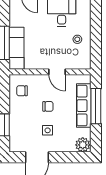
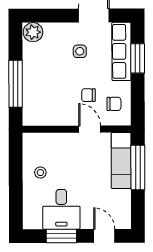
door: (57, 72) -> (90, 129), moved
chair: (48, 106) -> (88, 95), moved
row of seats: (84, 106) -> (121, 51), moved, turned 180

